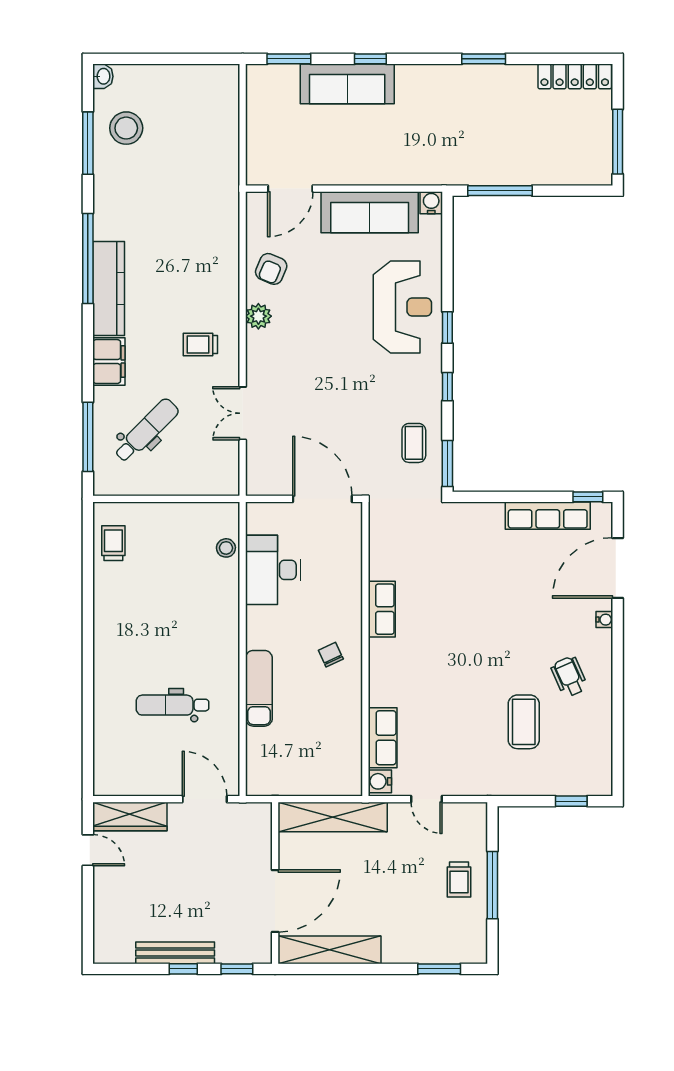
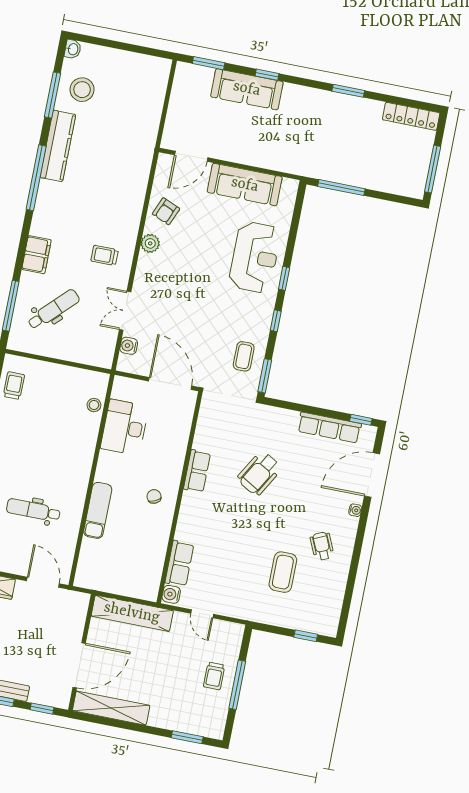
water cooler: (431, 203) -> (129, 346), moved, turned -90
kitchen counter: (109, 288) -> (58, 146), moved
wheelchair: (466, 596) -> (259, 473), added

